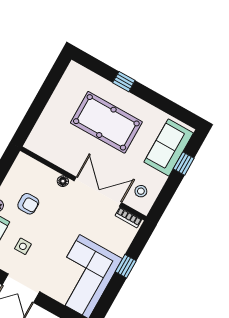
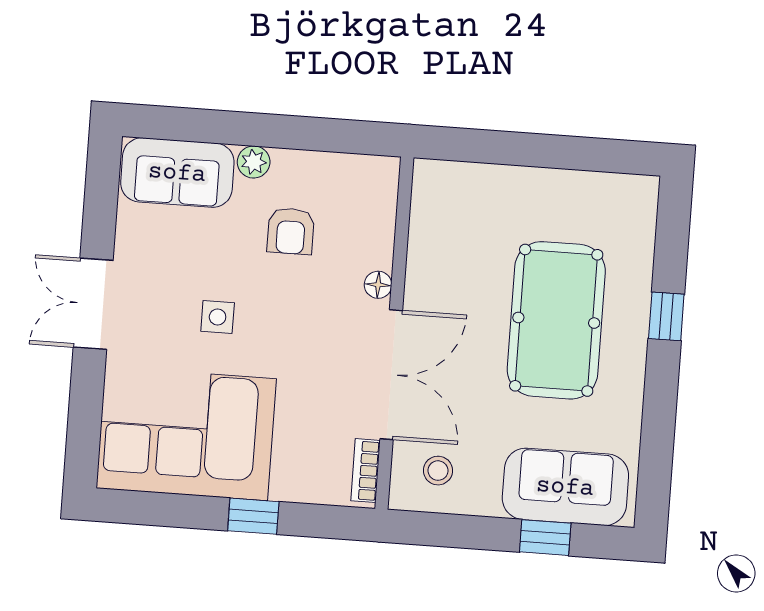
side table: (23, 246) -> (218, 317), moved

